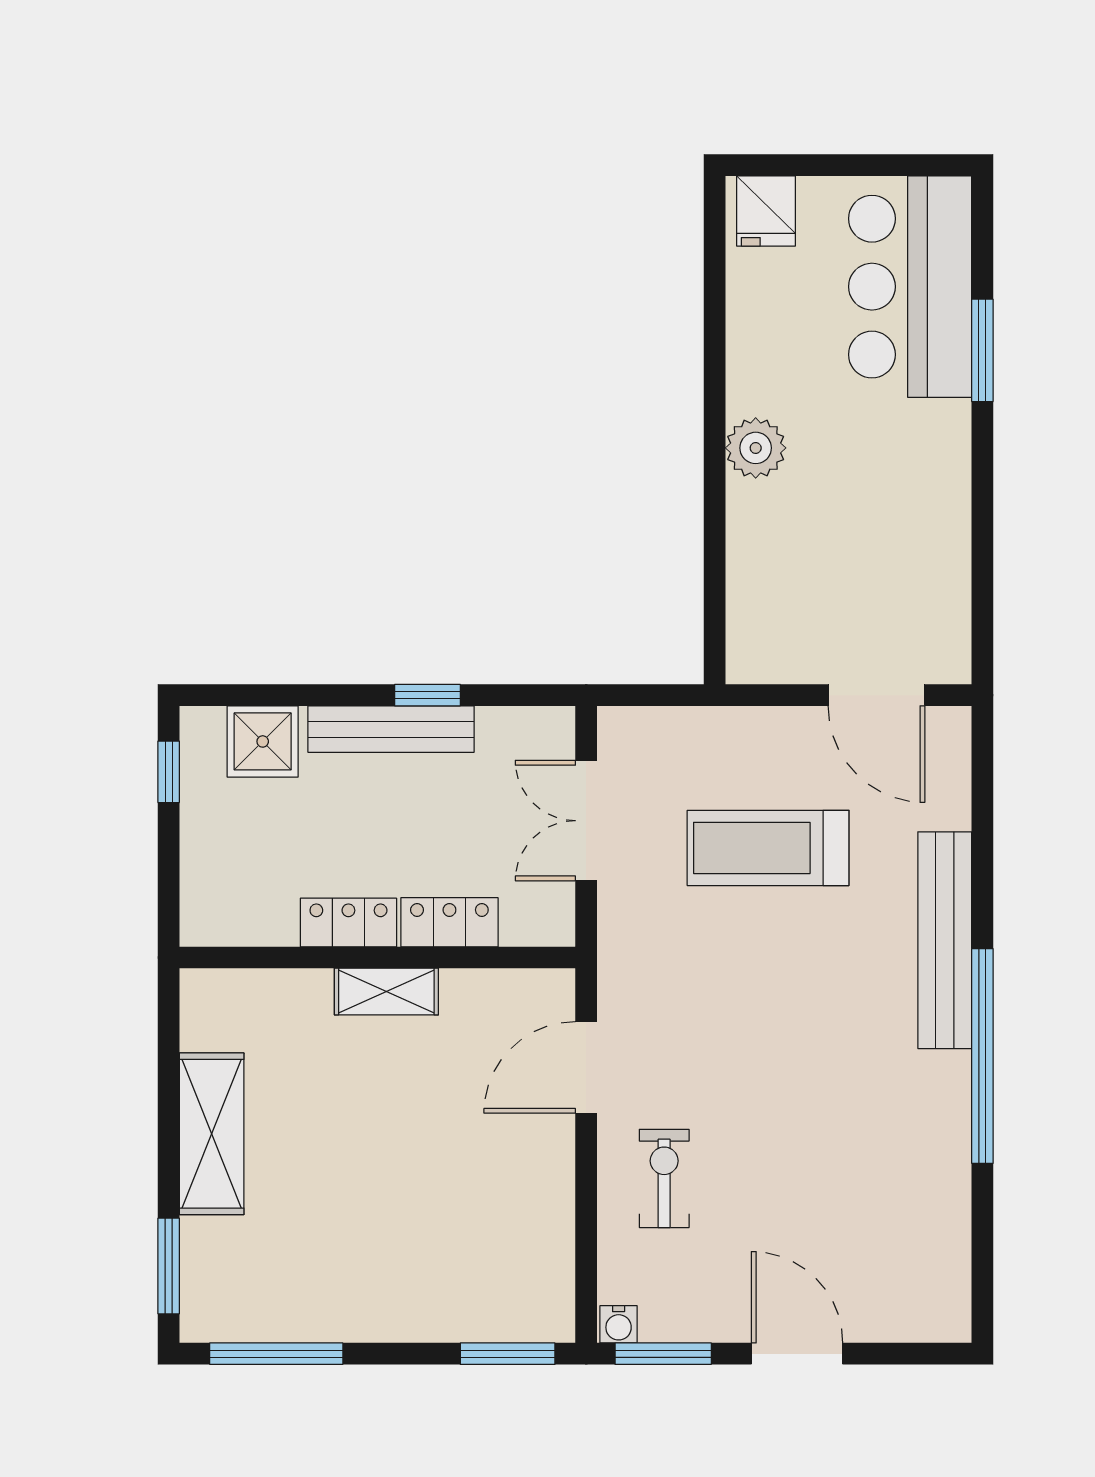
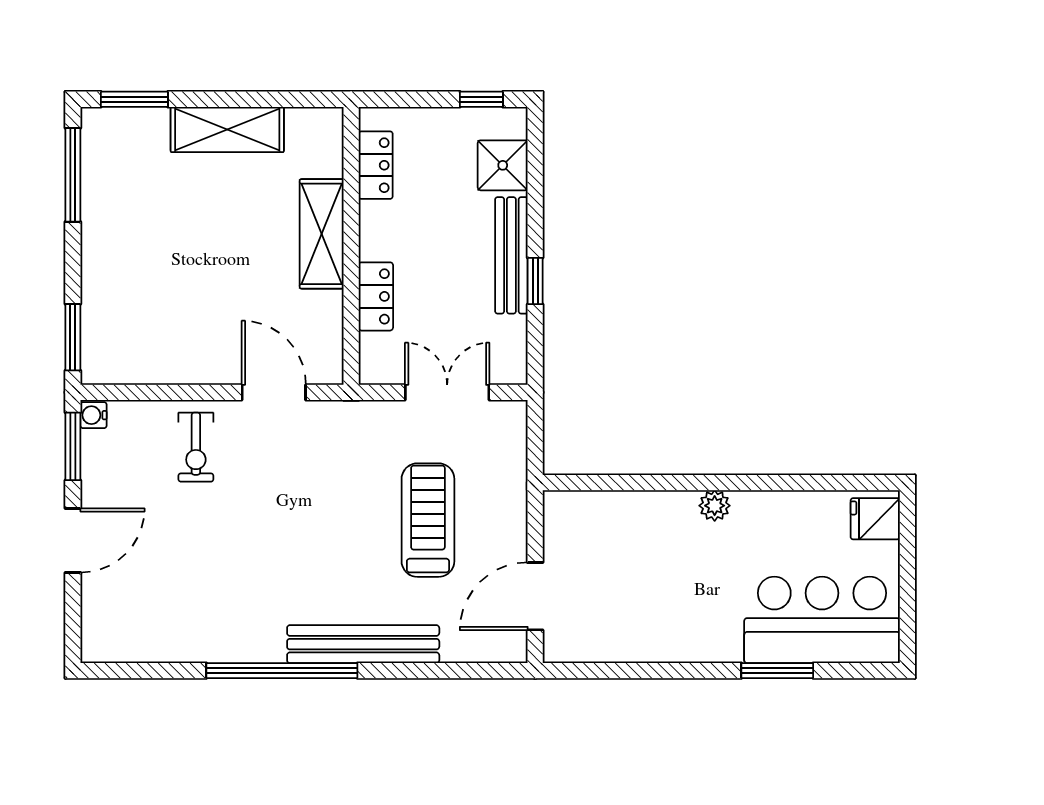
plant: (756, 448) -> (715, 506), width x0.73, depth x0.73
locker: (348, 922) -> (376, 165), moved
shelving: (386, 992) -> (322, 234), width x1.50, depth x1.33
exercise bike: (664, 1178) -> (196, 447), turned 90

